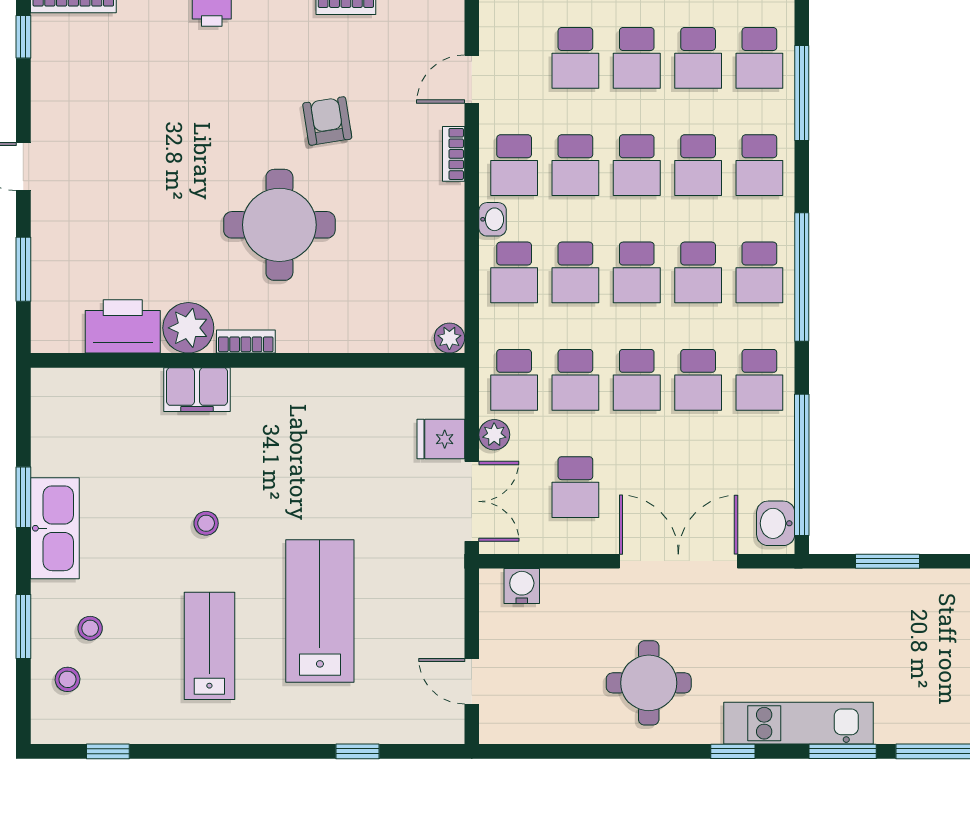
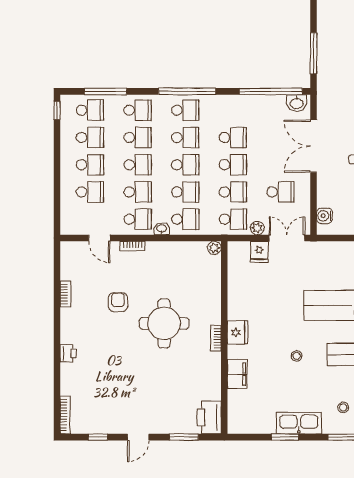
window: (23, 37) -> (98, 437), moved
armchair: (327, 121) -> (118, 302), turned 99
printer: (123, 326) -> (209, 417), moved
plant: (188, 328) -> (210, 364), removed
school desk: (759, 380) -> (233, 110), removed
filing cabinet: (197, 390) -> (237, 374), moved
fridge: (259, 390) -> (238, 332), added
window: (887, 561) -> (313, 53), width x1.44

